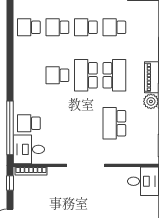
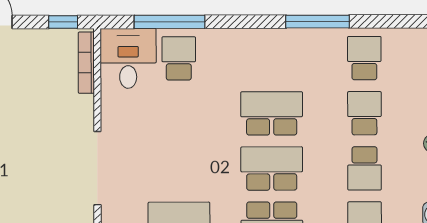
school desk: (86, 27) -> (365, 168), turned 180
window: (10, 51) -> (318, 22), added
school desk: (57, 75) -> (272, 113), width x1.85
window: (10, 128) -> (170, 22), width x0.68

